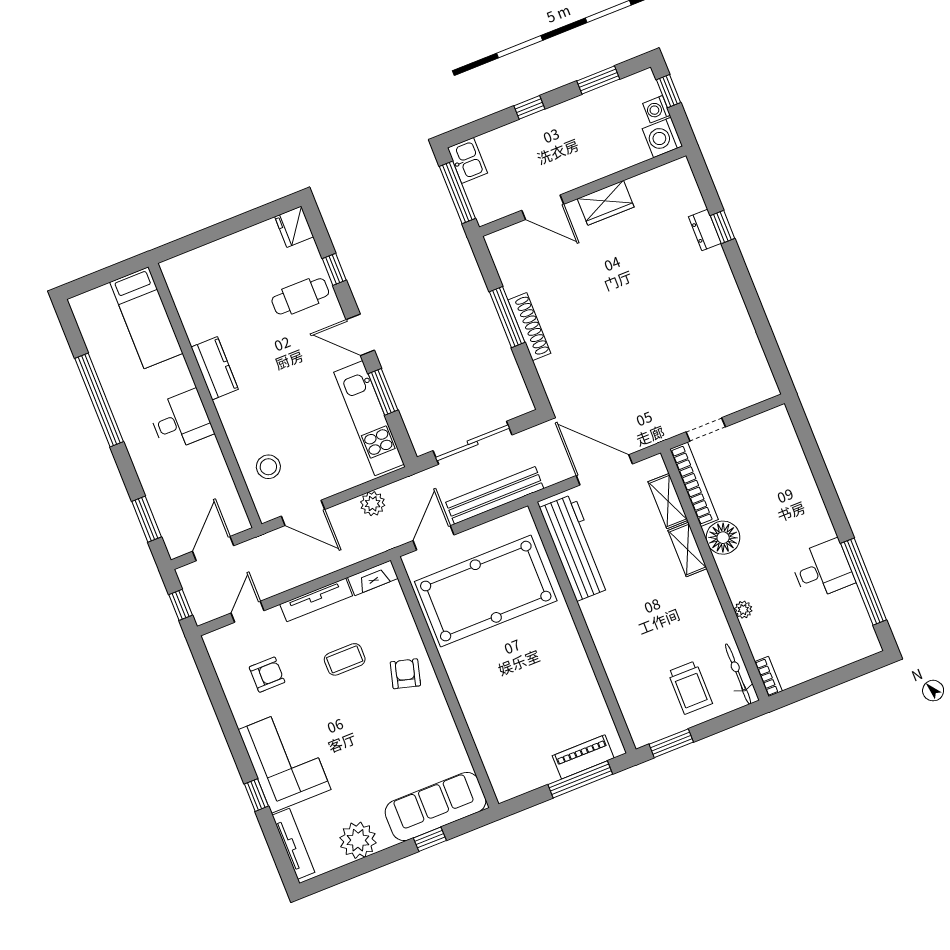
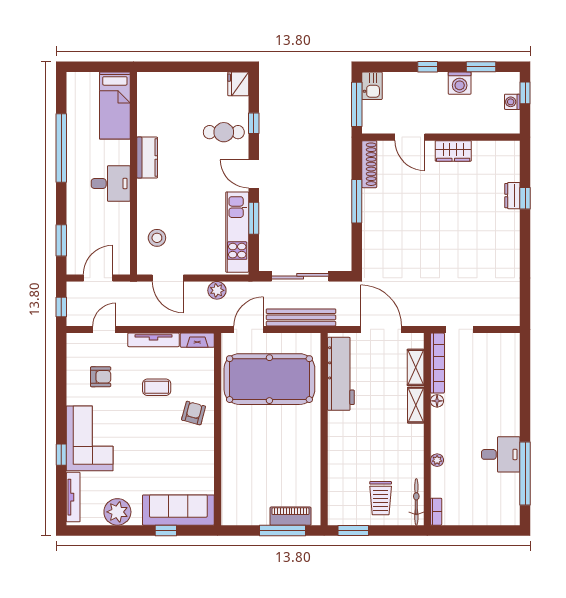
washing machine: (662, 137) -> (460, 83), moved, turned -90
shoe rack: (529, 327) -> (369, 164), moved
floor lamp: (723, 538) -> (437, 401), width x0.53, depth x0.53

